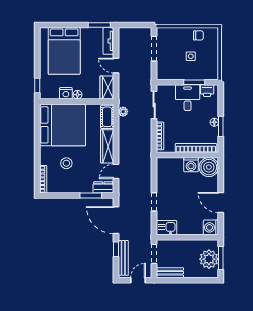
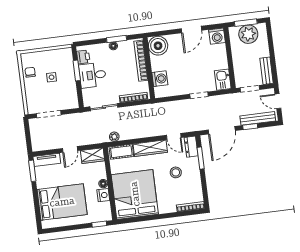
stool: (66, 163) -> (176, 172), moved
washing machine: (191, 165) -> (160, 79), moved

